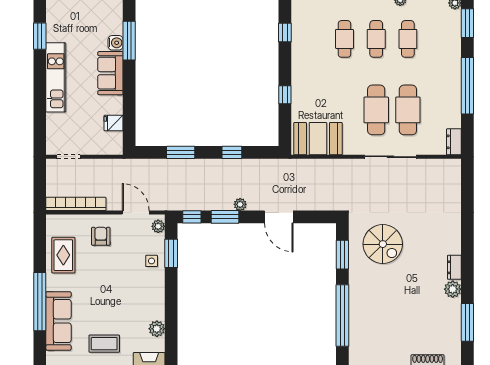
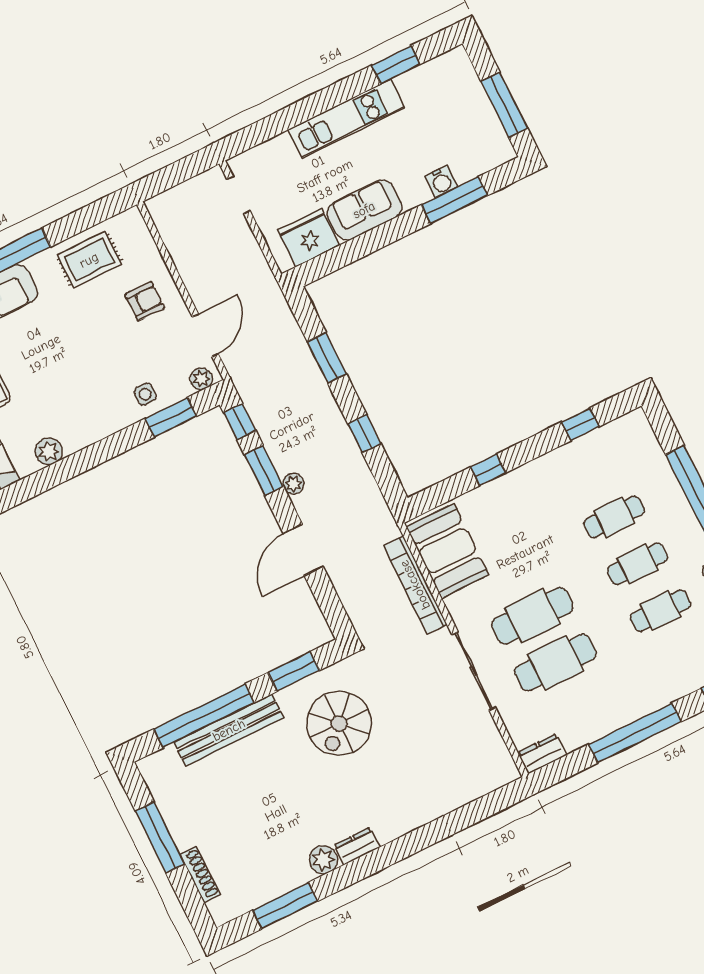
sofa: (110, 73) -> (364, 210), moved
fridge: (114, 123) -> (309, 238), width x1.88, depth x1.34
bookcase: (76, 204) -> (415, 585), moved, turned 180
bench: (357, 306) -> (229, 730), added

